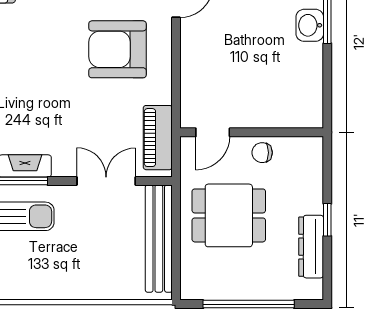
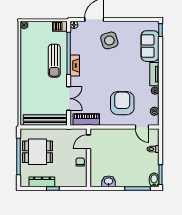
washbasin: (310, 25) -> (109, 181), moved
door: (213, 132) -> (88, 142), hinge flipped
dining table: (229, 215) -> (37, 152), moved, turned 90

